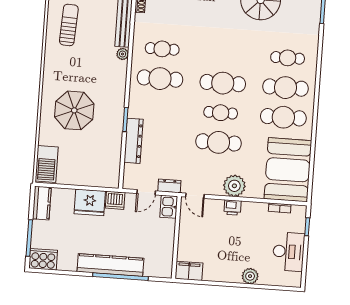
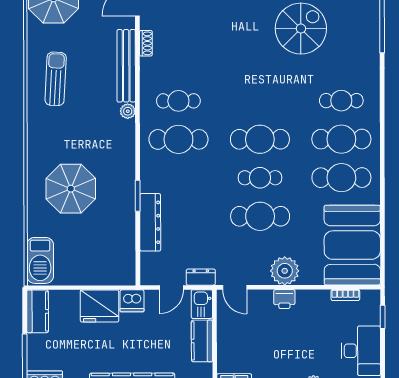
kitchen counter: (167, 235) -> (202, 341), added

